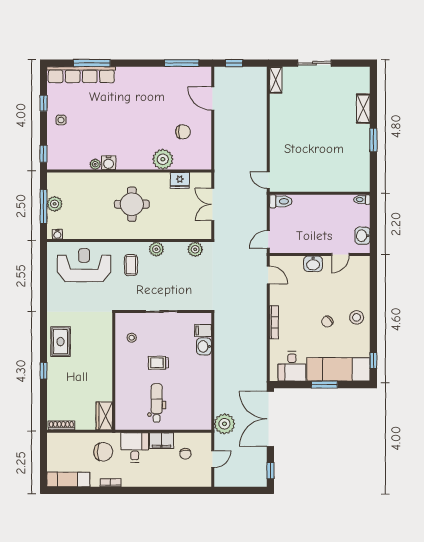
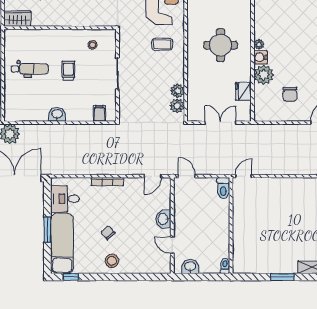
water cooler: (109, 163) -> (260, 57), moved
plant: (95, 164) -> (259, 44), moved
plant: (156, 249) -> (177, 91), moved
washbasin: (204, 346) -> (57, 114), moved

